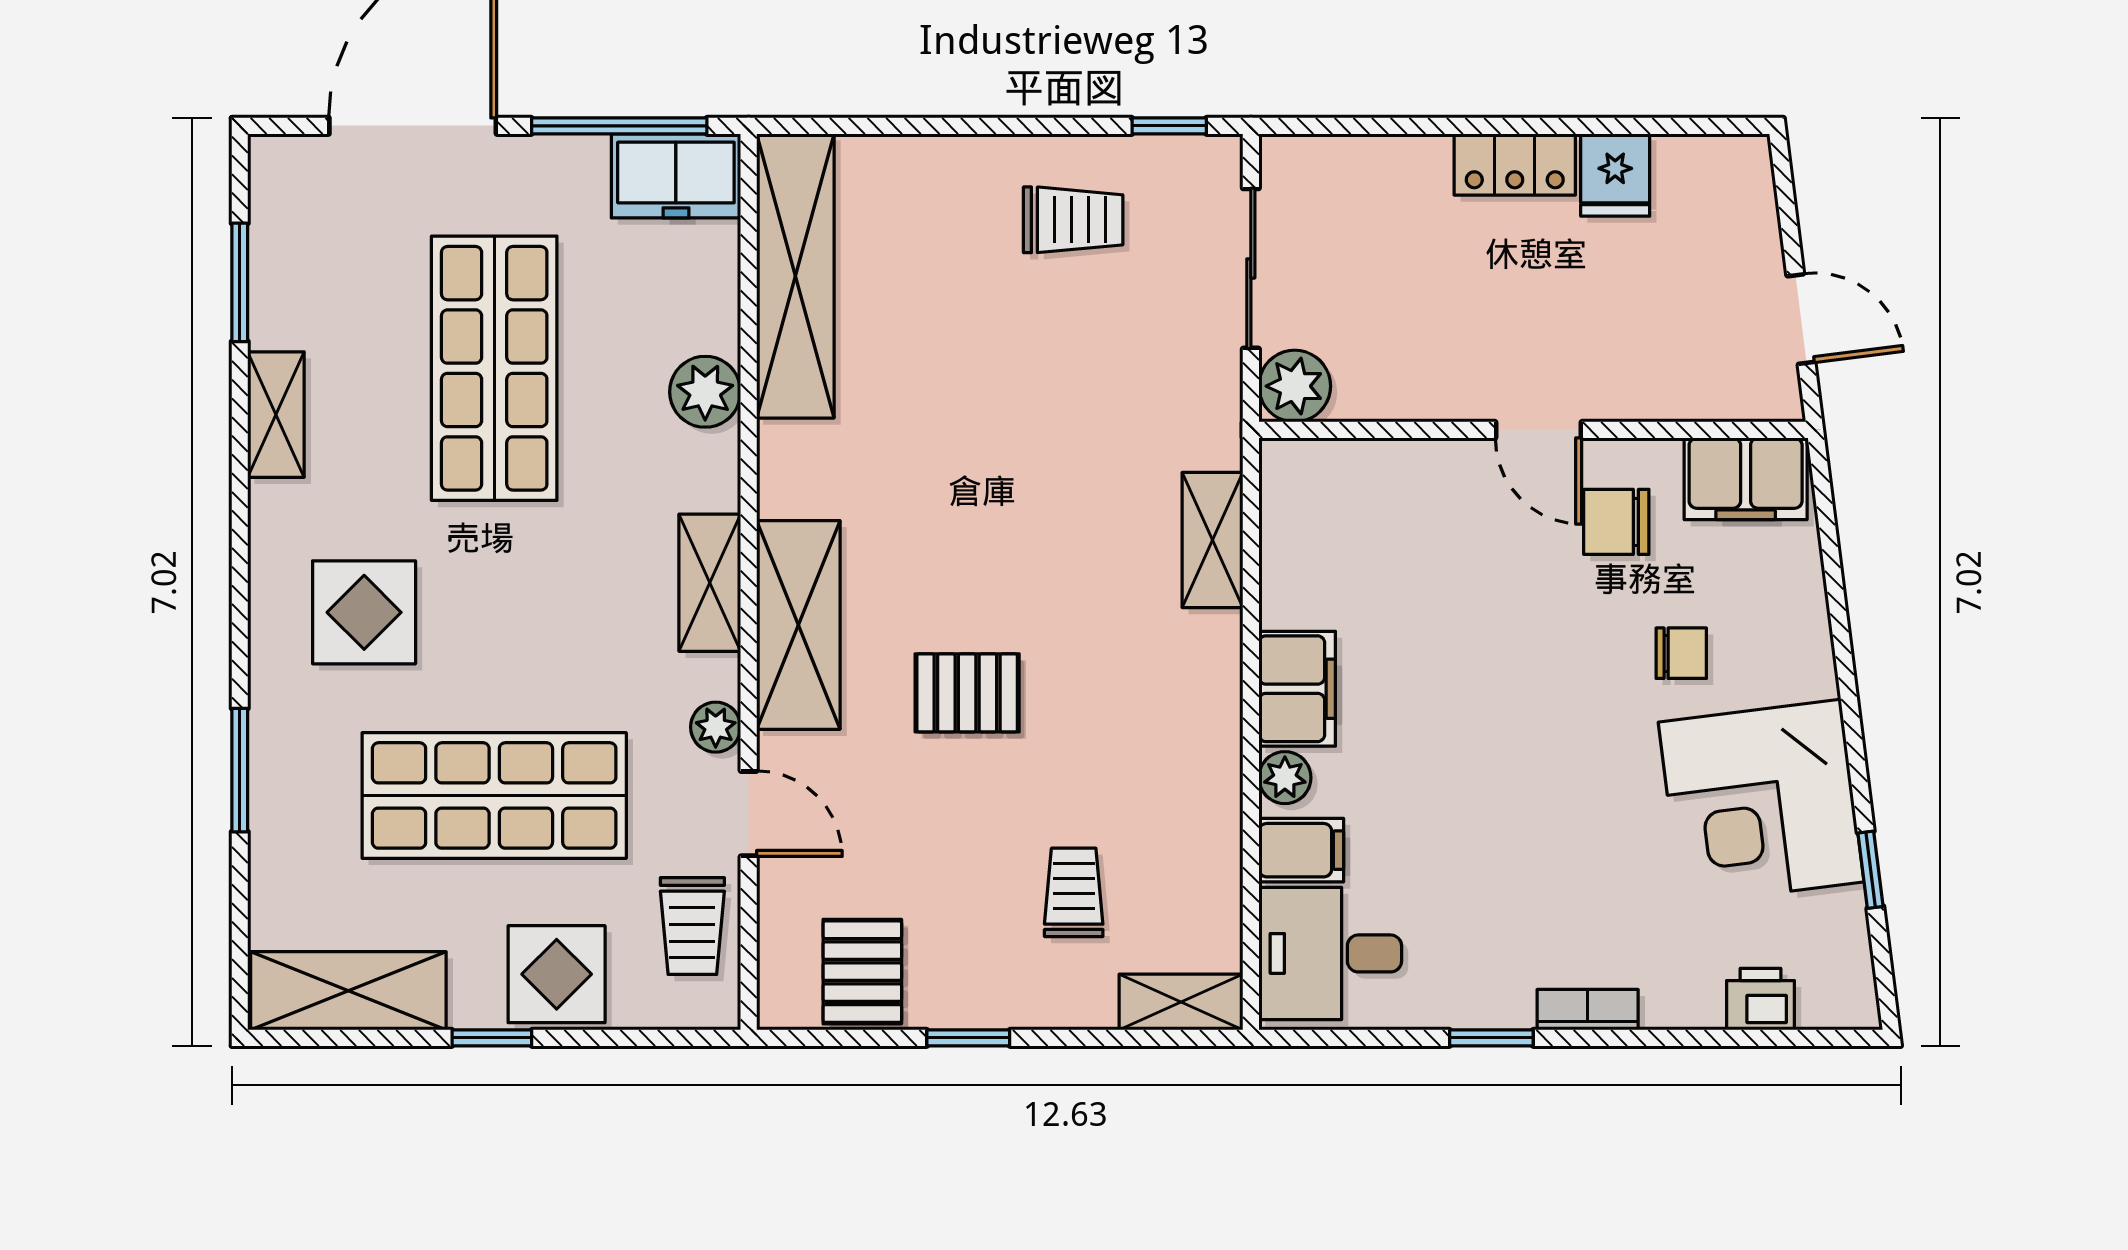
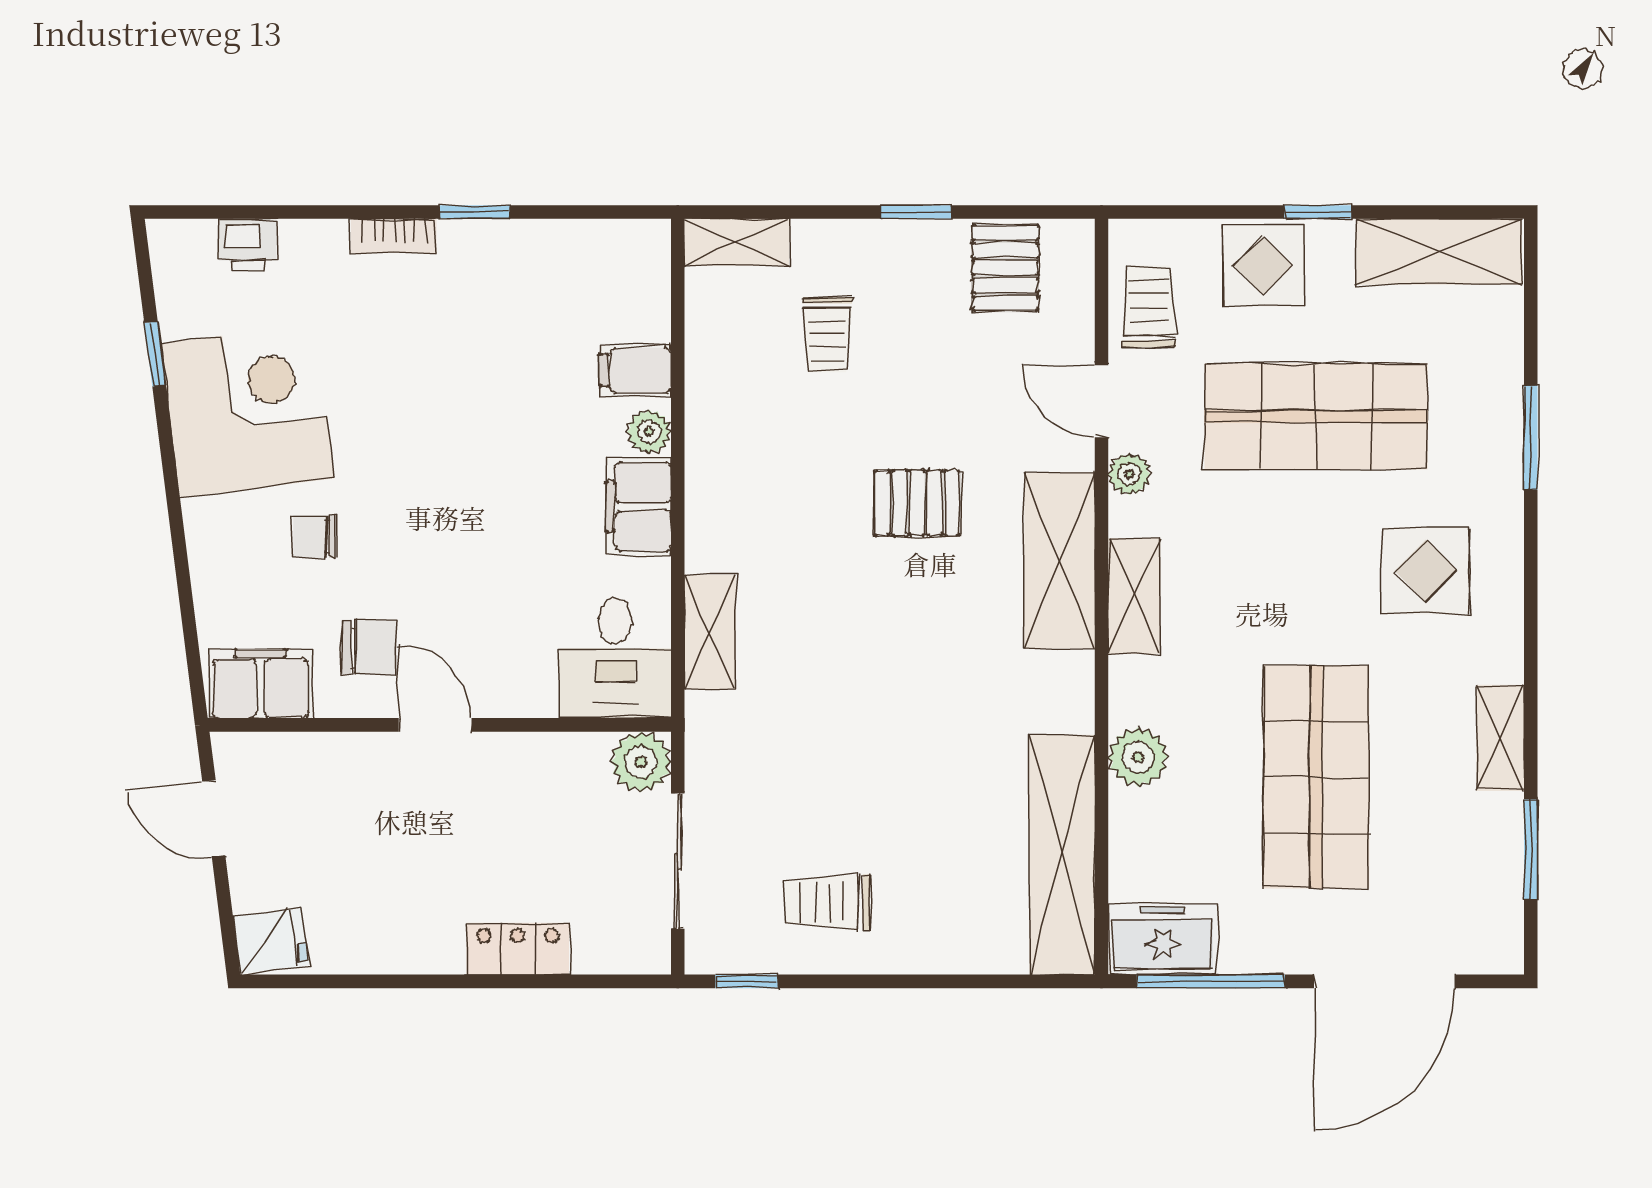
locker: (1515, 164) -> (518, 949), moved
fridge: (1615, 175) -> (271, 941), moved, turned 83
desk: (1330, 953) -> (615, 658), moved, turned 90

